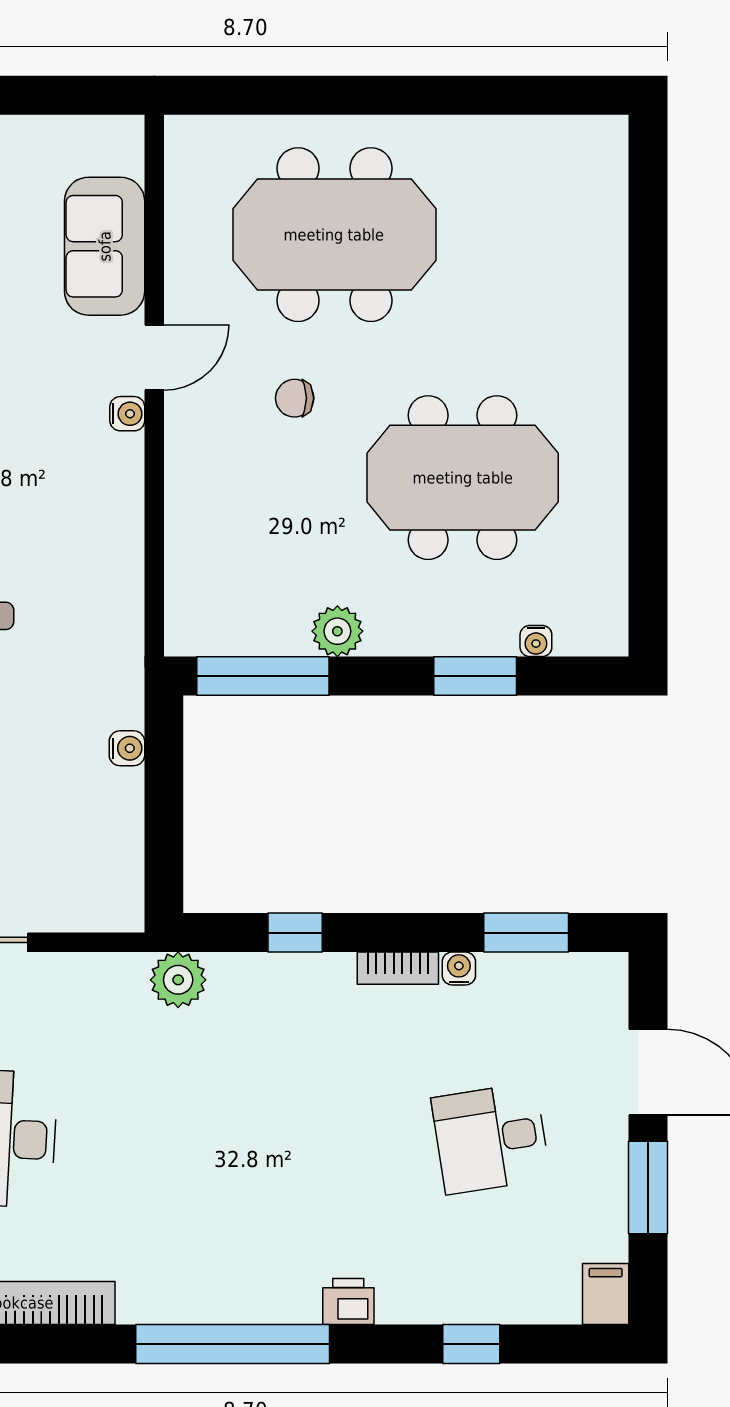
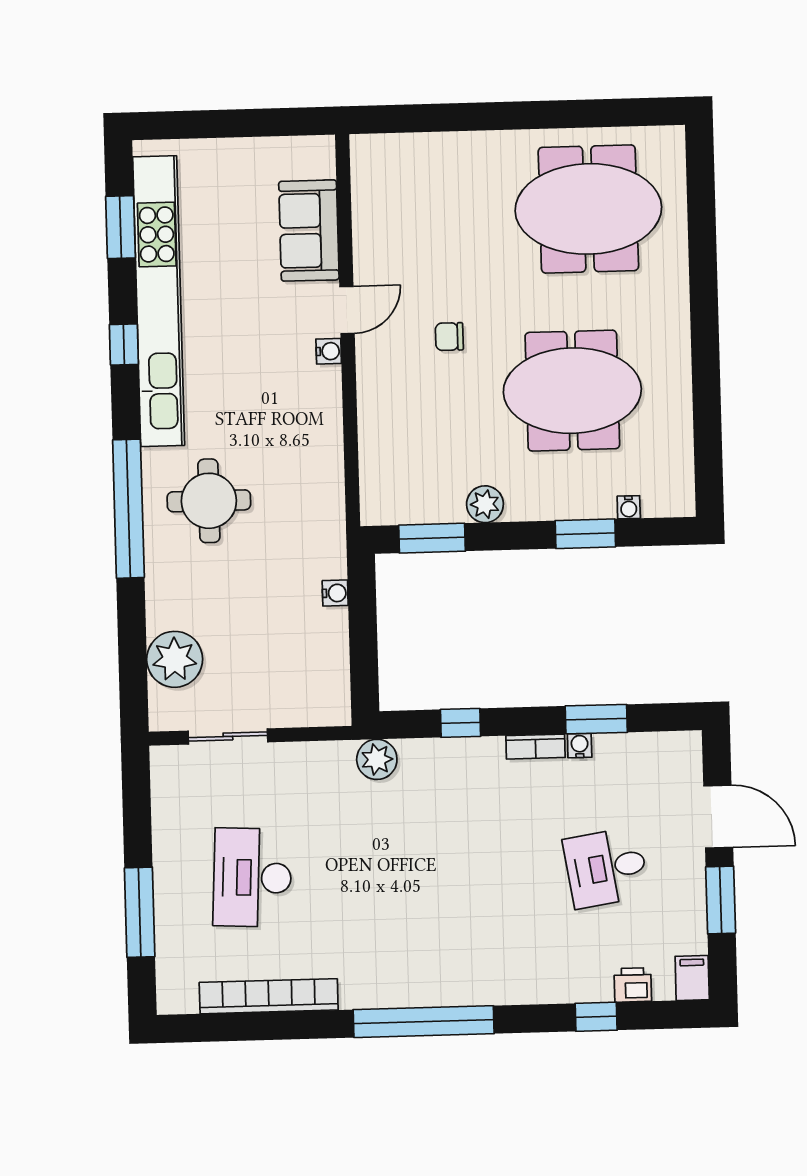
meeting table: (334, 235) -> (588, 209), moved
window: (263, 676) -> (432, 538), width x0.69
window: (526, 933) -> (596, 719), moved
printer: (348, 1301) -> (633, 985), moved

